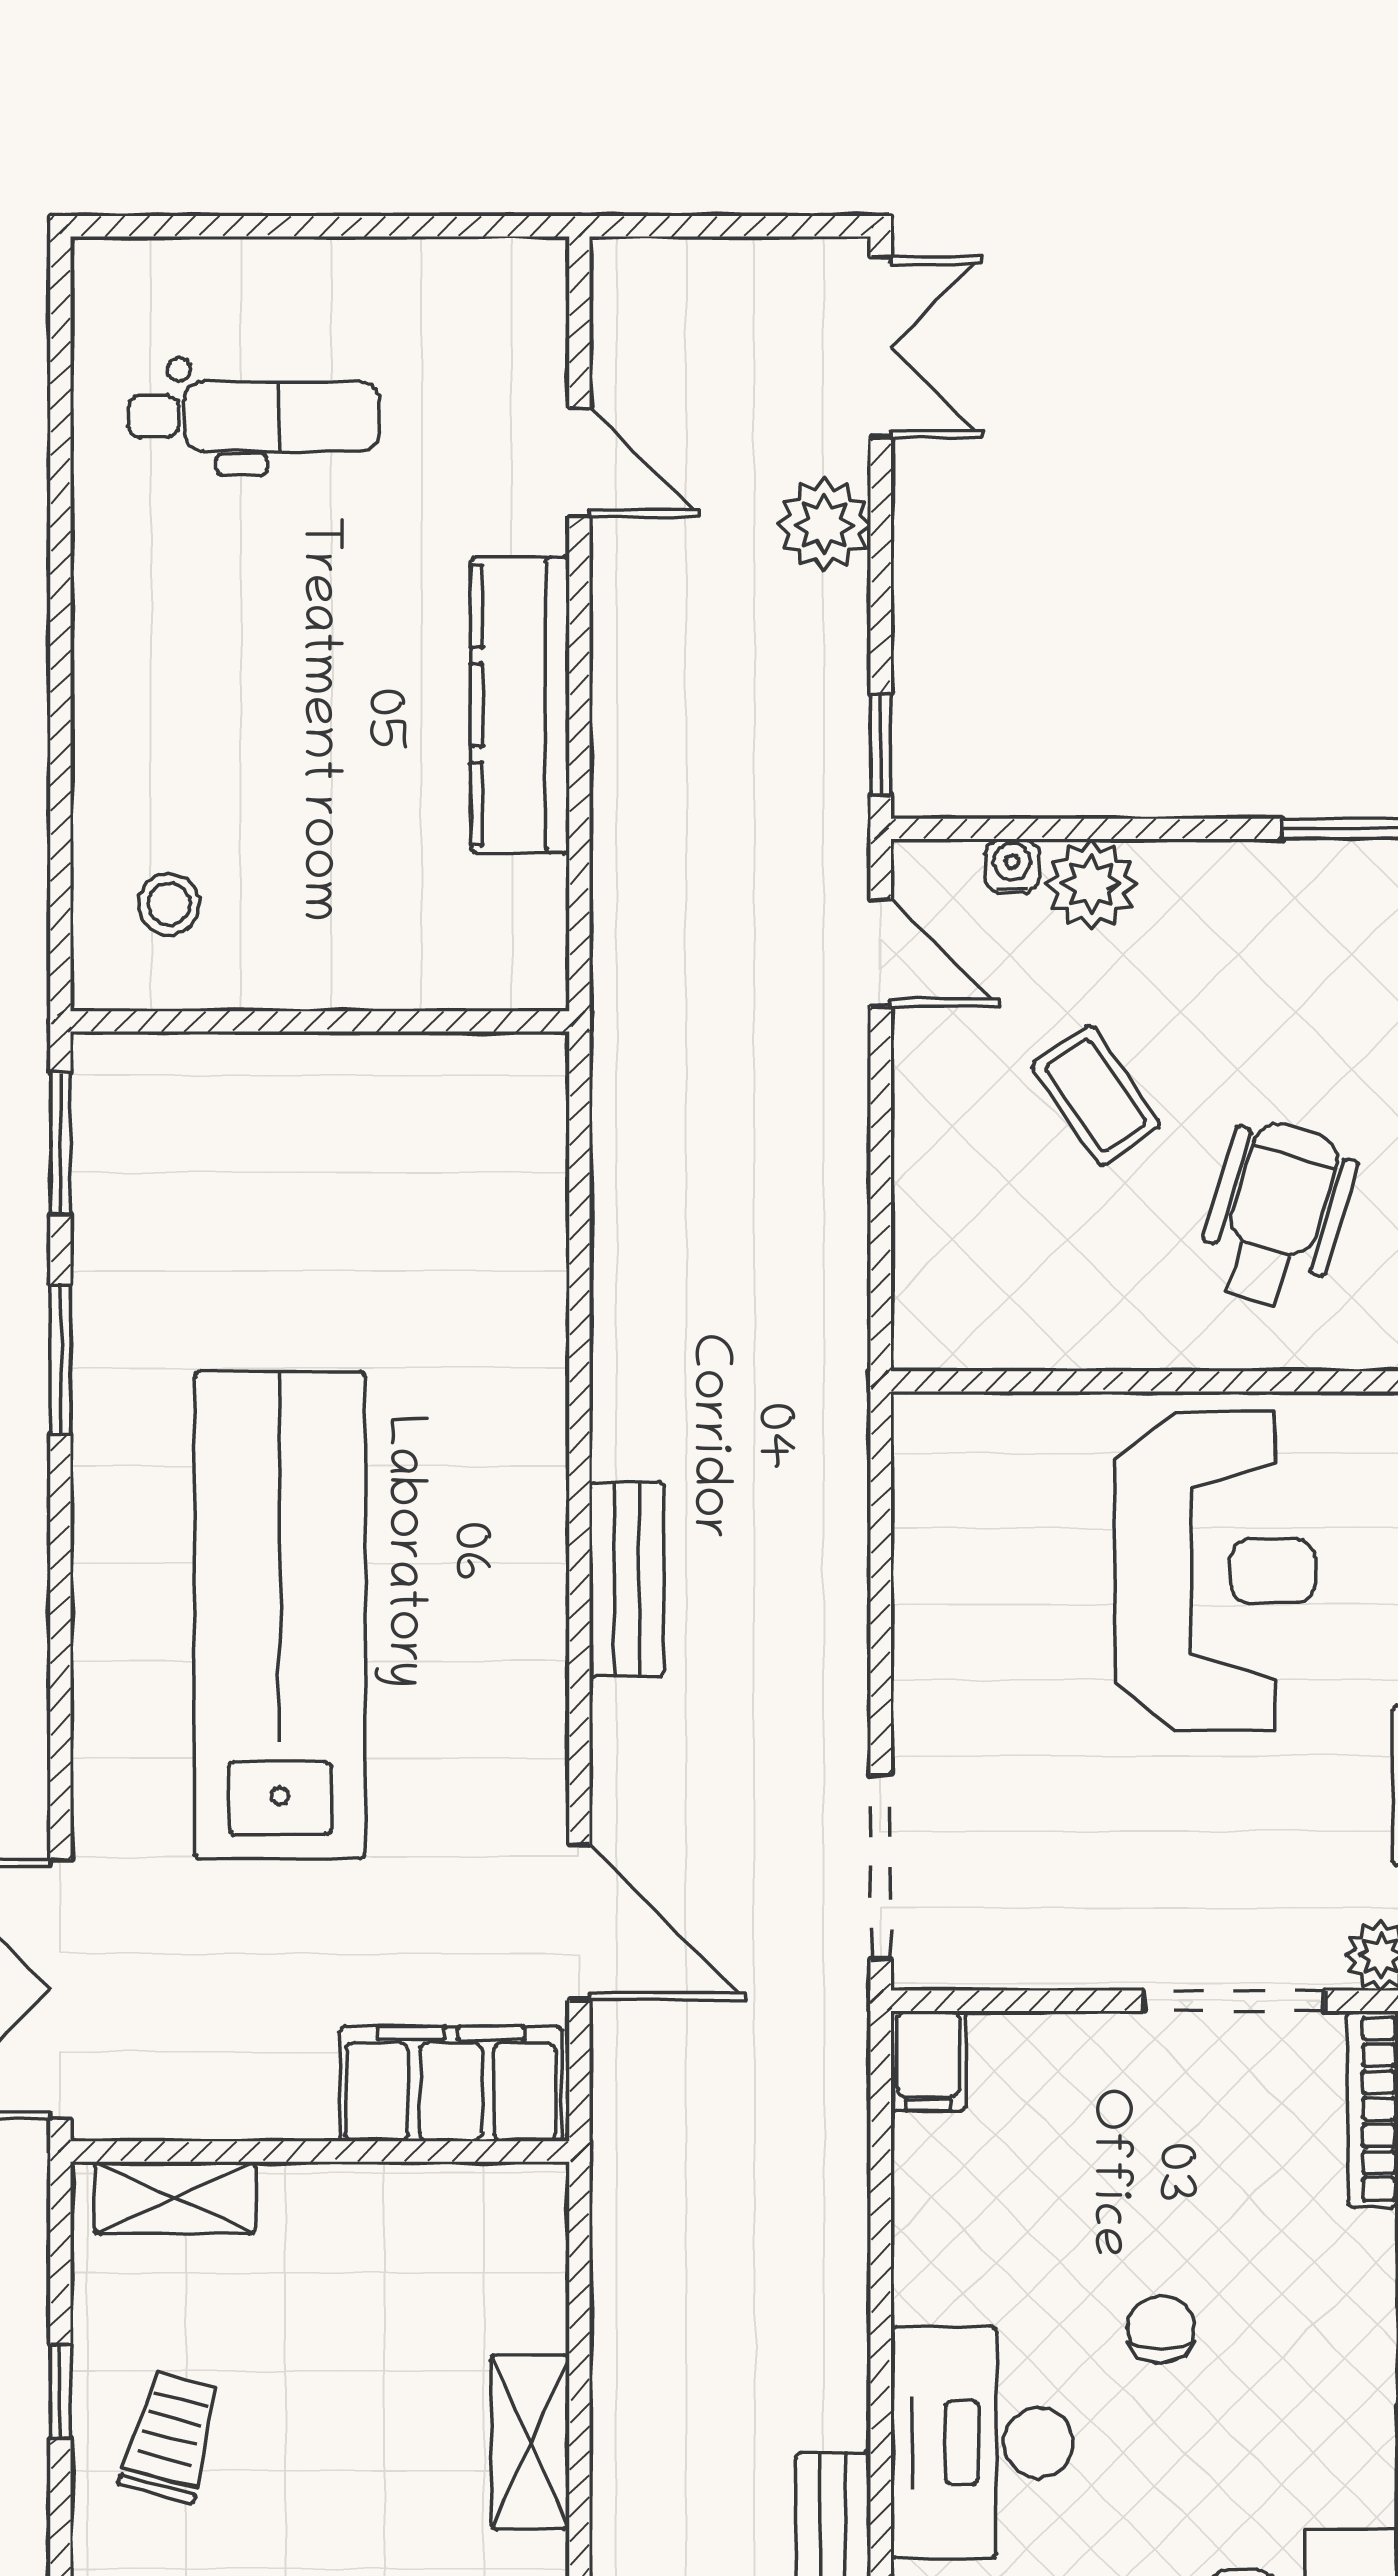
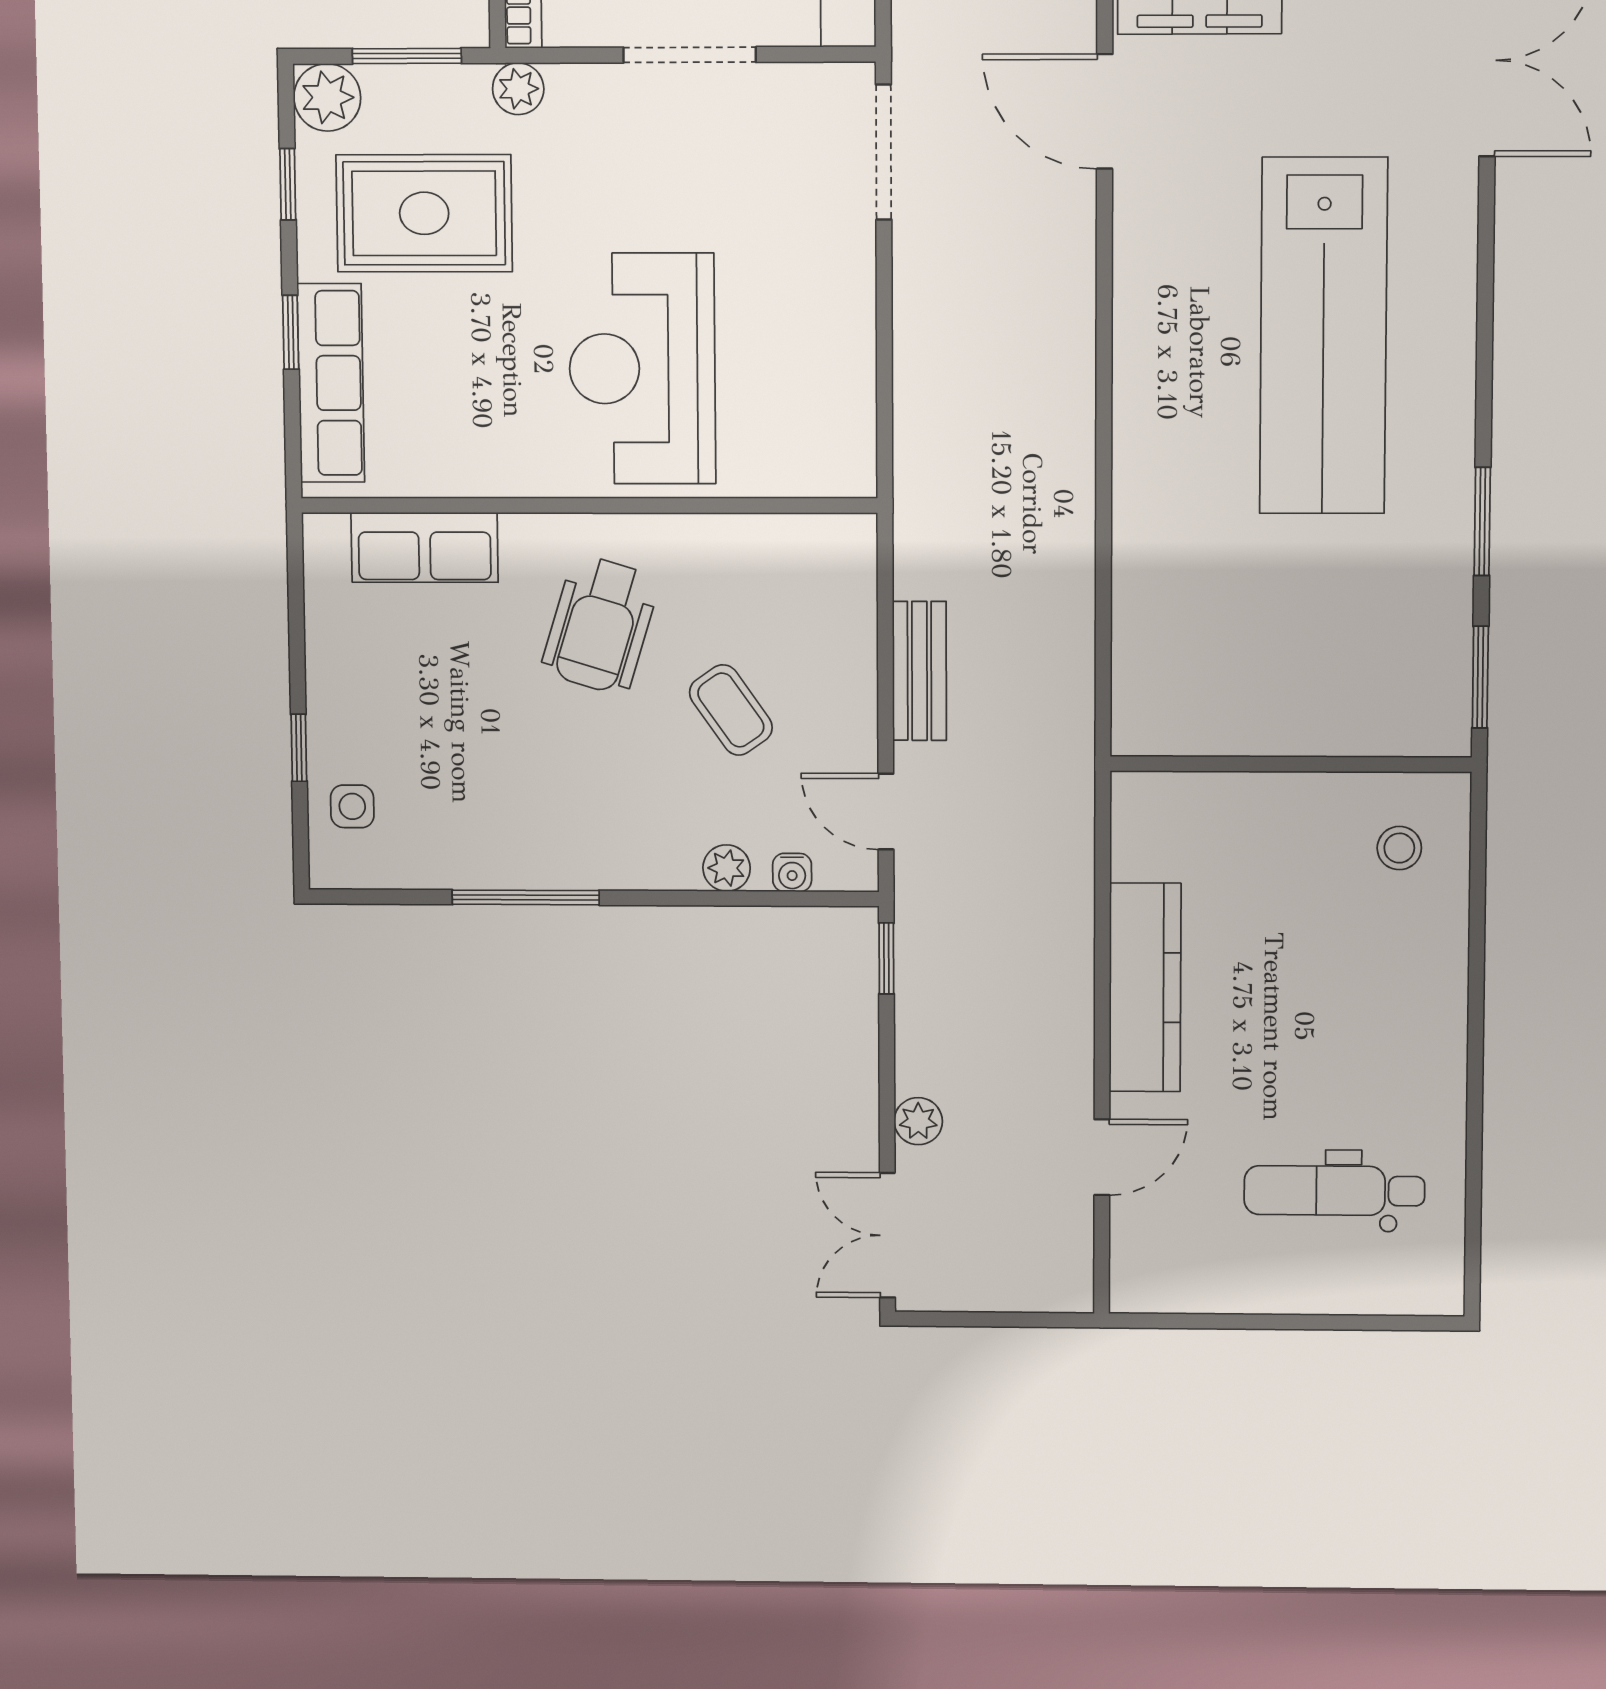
door: (579, 462) -> (1102, 1157), swing flipped
plant: (824, 525) -> (918, 1121), width x0.73, depth x0.73
plant: (1091, 884) -> (727, 868), width x0.73, depth x0.73
bench: (627, 1579) -> (919, 671), moved
doorway: (1234, 2001) -> (690, 55), moved

